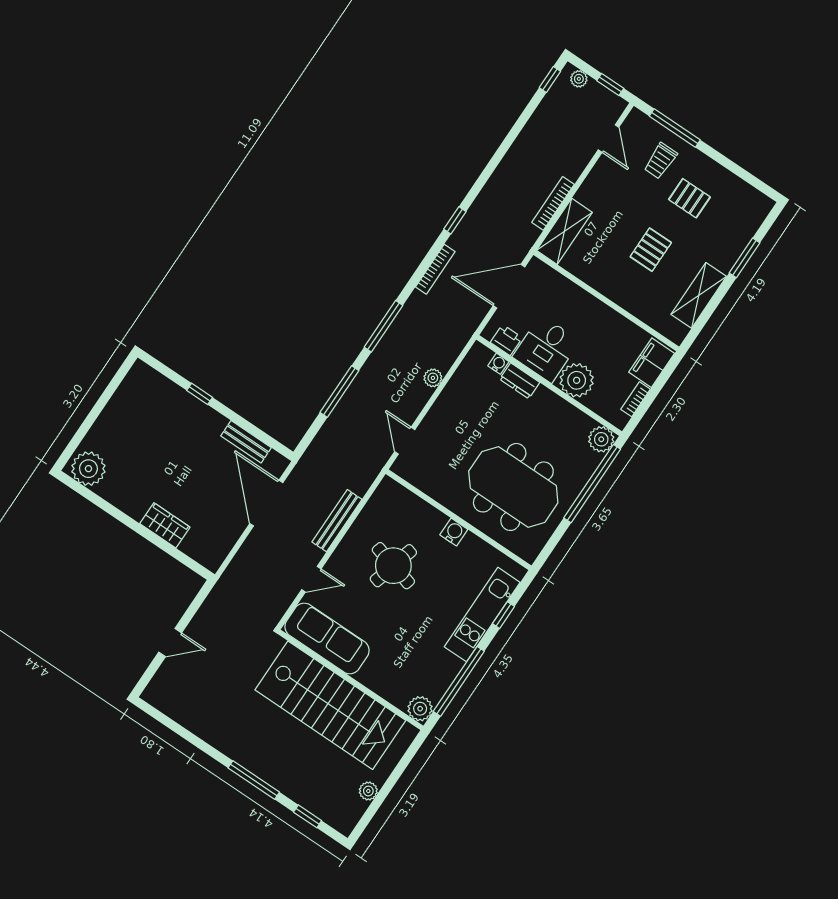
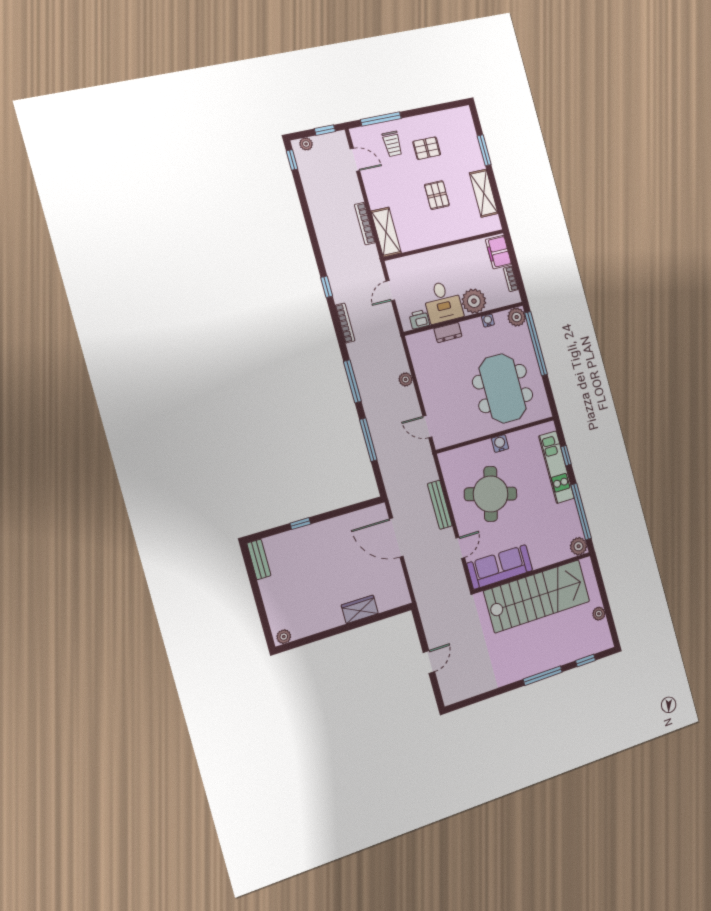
door: (509, 286) -> (390, 291), width x0.53
water cooler: (498, 364) -> (488, 321), moved
bench: (246, 442) -> (259, 559), moved, turned 90
plant: (88, 469) -> (284, 637), width x0.53, depth x0.53
meeting table: (513, 487) -> (503, 388), turned 90
round table: (393, 566) -> (491, 494), width x1.36, depth x1.36

